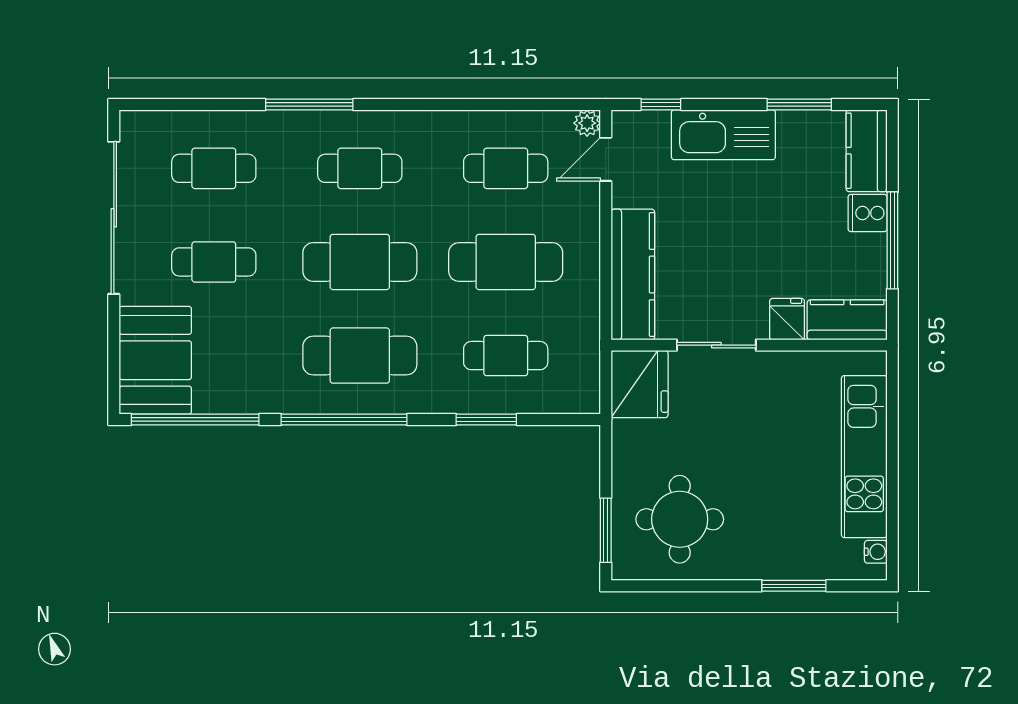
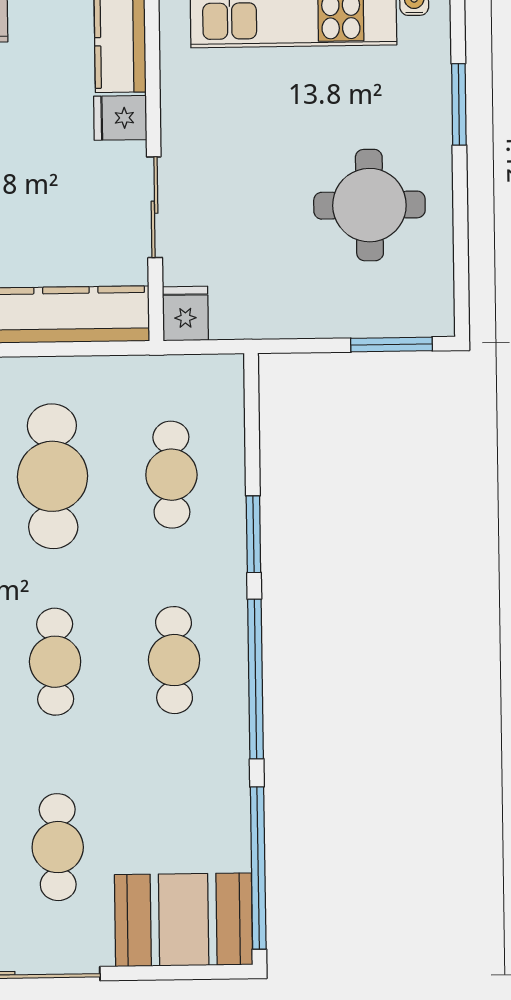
cafe table: (360, 262) -> (55, 662), width x0.73, depth x0.74
cafe table: (360, 356) -> (174, 660), width x0.73, depth x0.74
fridge: (640, 384) -> (185, 314), width x0.53, depth x0.75
window: (486, 419) -> (253, 534), moved
round table: (680, 519) -> (369, 205), moved

